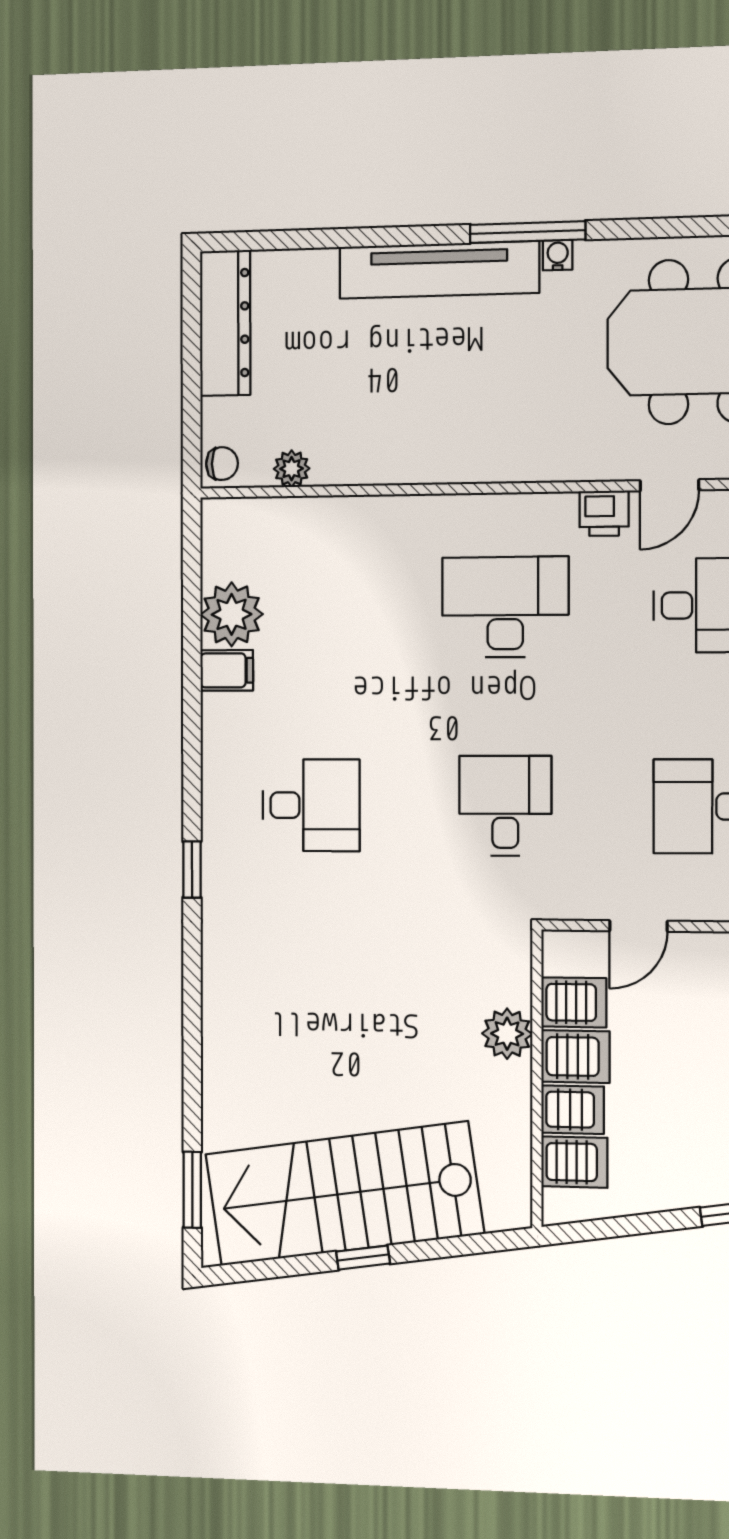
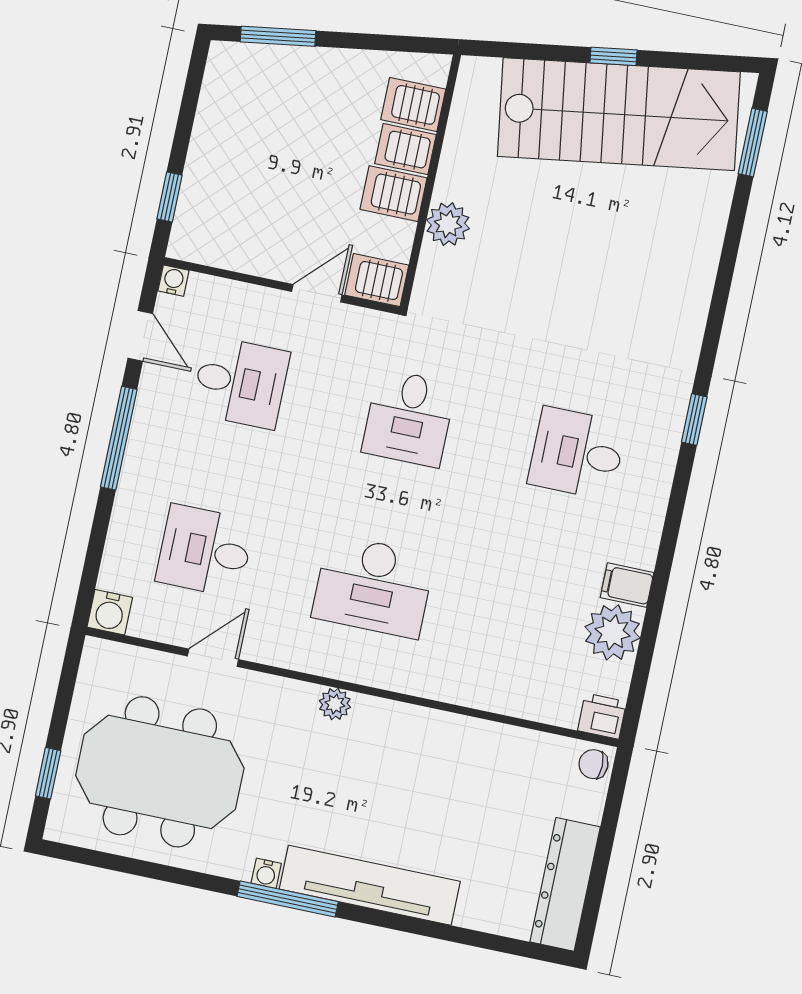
plant: (292, 469) -> (335, 704), moved
printer: (604, 513) -> (602, 716), moved
server rack: (574, 1002) -> (377, 280), moved

